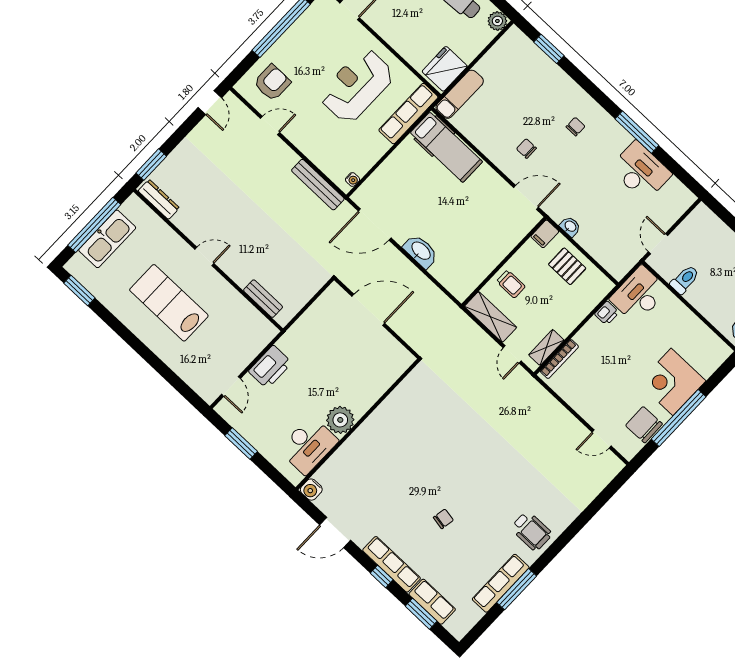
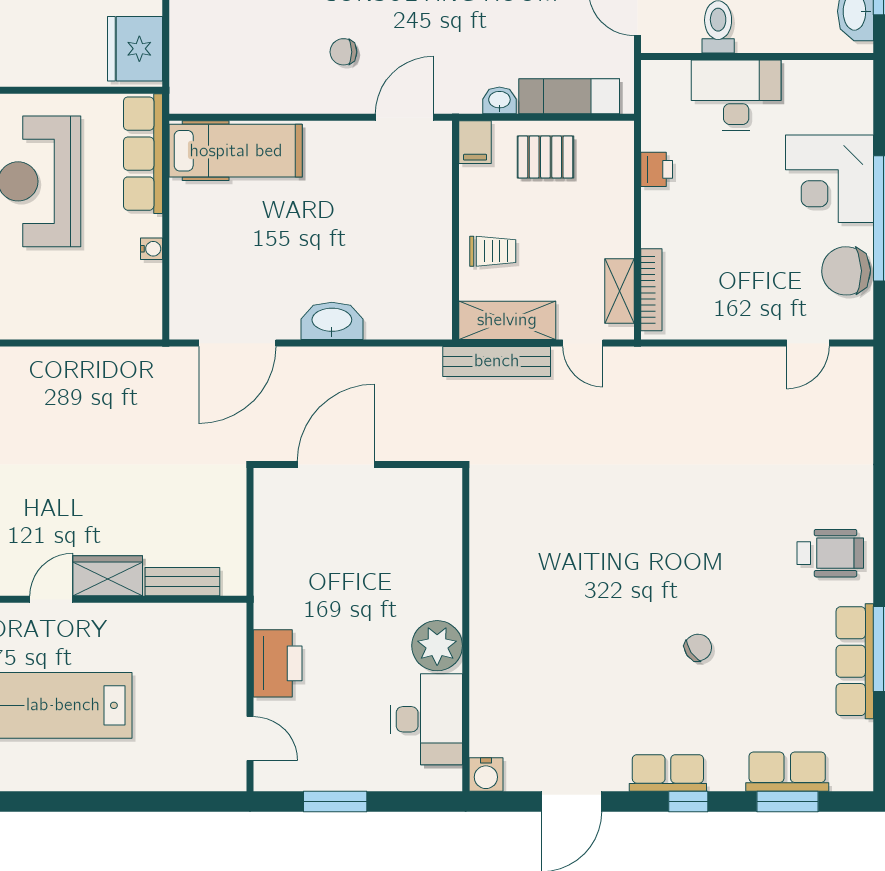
exam couch: (460, 94) -> (569, 96), moved, turned -90
water cooler: (352, 179) -> (151, 249), moved
bench: (318, 185) -> (497, 361), moved
wardrobe: (236, 268) -> (108, 576), added
desk: (639, 295) -> (736, 95), moved, turned 90
chair: (443, 519) -> (698, 647), turned 46
row of seats: (392, 564) -> (668, 773), width x0.68

